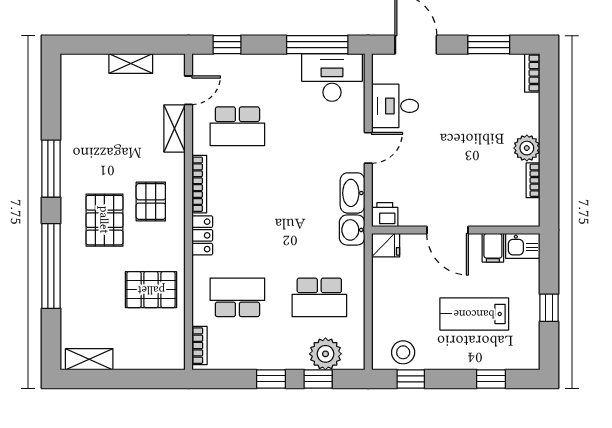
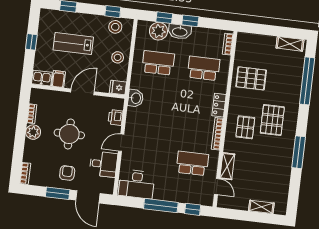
window: (317, 45) -> (161, 206), moved
window: (489, 45) -> (58, 193), moved
shelving: (131, 64) -> (261, 207), moved
armchair: (458, 83) -> (67, 173), added
door: (189, 90) -> (217, 187), swing flipped
round table: (462, 152) -> (69, 134), added
washbasin: (352, 193) -> (180, 32), moved, turned 90
printer: (385, 215) -> (115, 117), moved, turned 90
door: (448, 230) -> (83, 92), hinge flipped
window: (51, 266) -> (307, 81), moved
school desk: (237, 297) -> (204, 68), turned 180
stool: (393, 299) -> (118, 57), added
lab bench: (474, 314) -> (73, 43), turned 180

